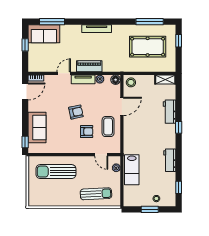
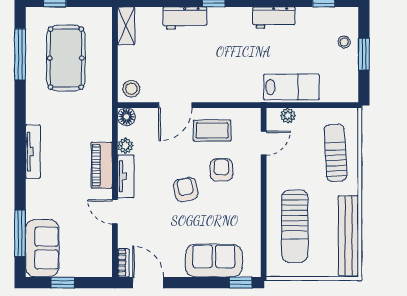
door: (122, 106) -> (175, 105), swing flipped
bench: (51, 201) -> (348, 236), added

